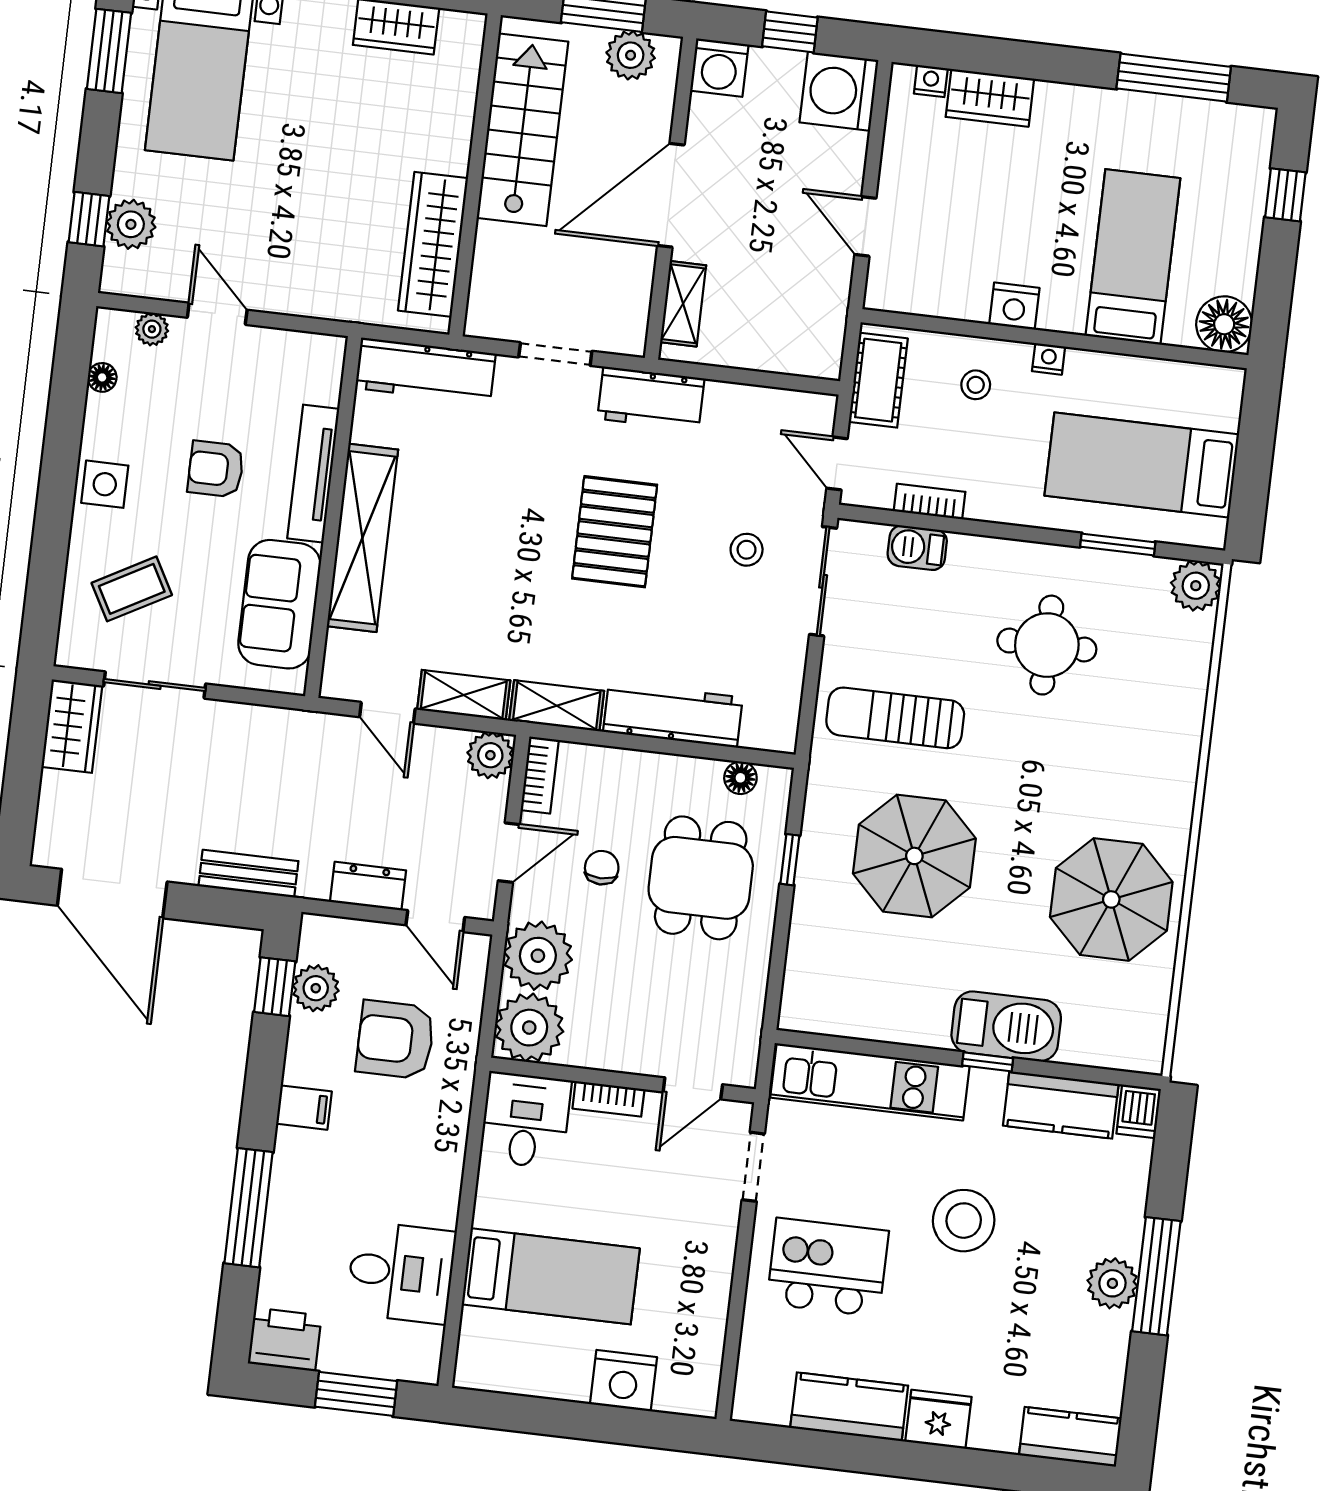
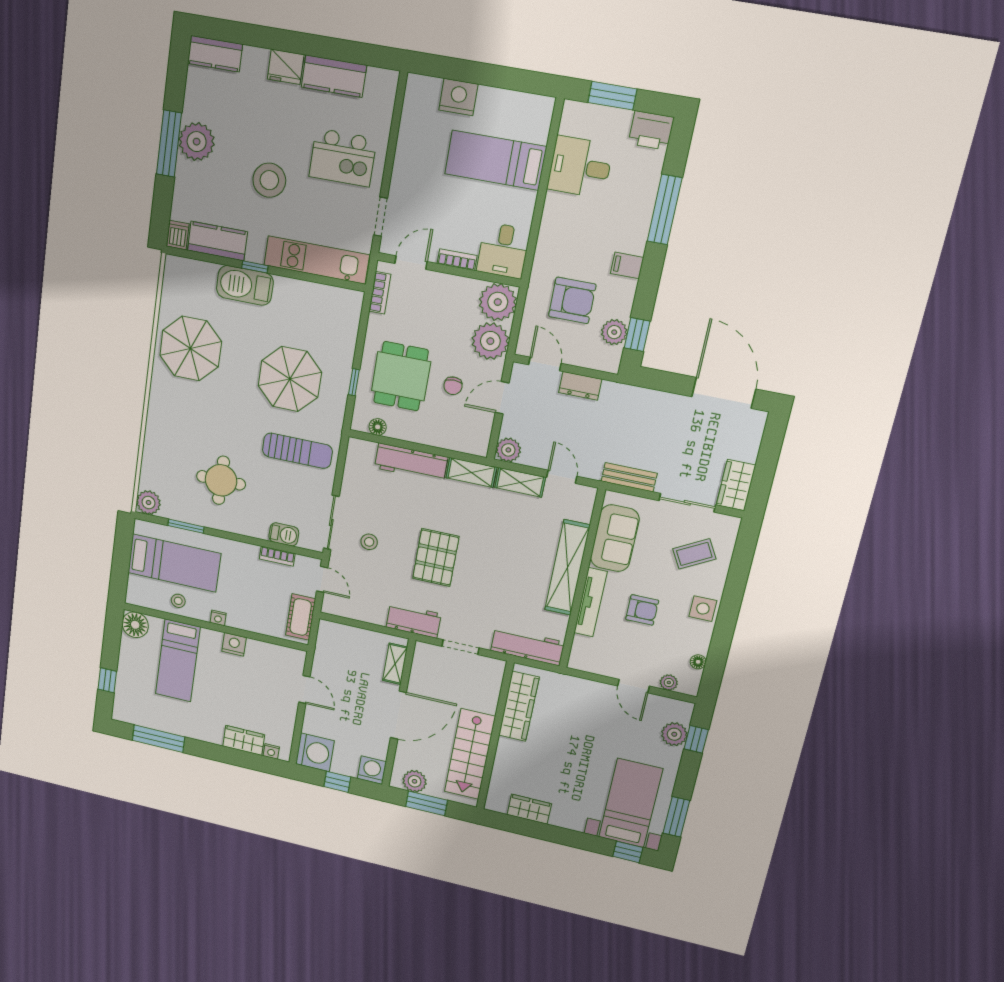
stool: (976, 385) -> (178, 601), moved
bookcase: (540, 775) -> (380, 293), moved, turned 180
bench: (248, 874) -> (629, 477), moved
plant: (1112, 1283) -> (197, 142), width x1.36, depth x1.36

